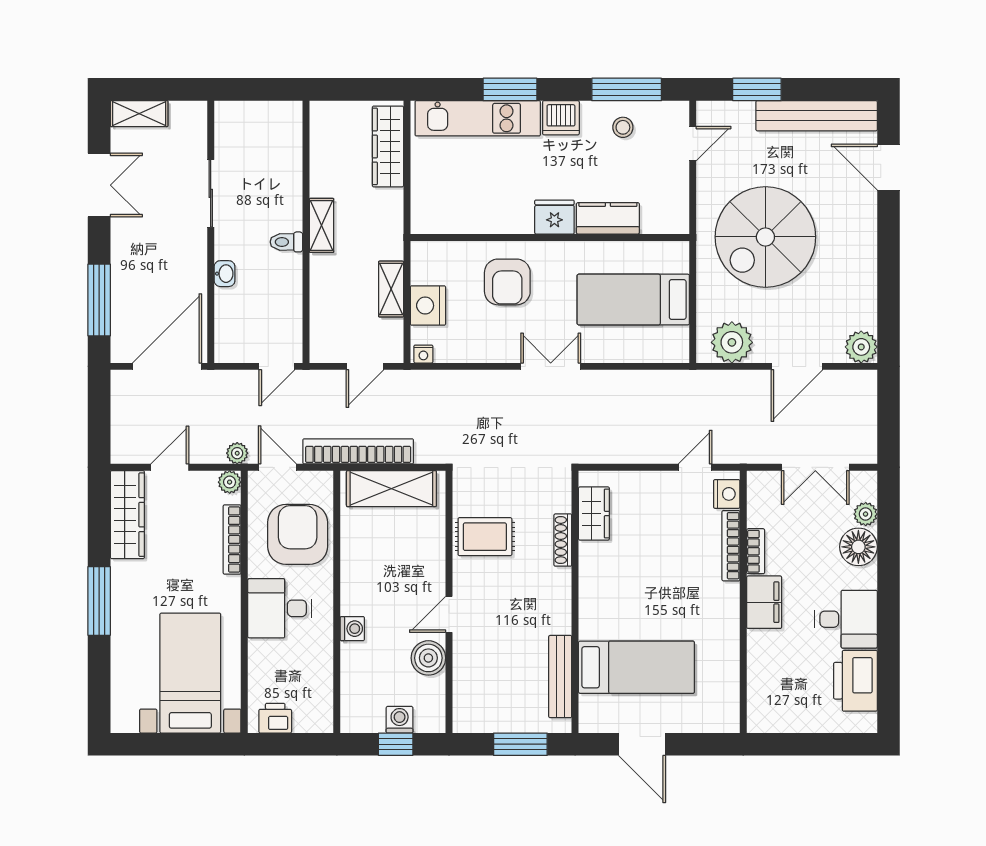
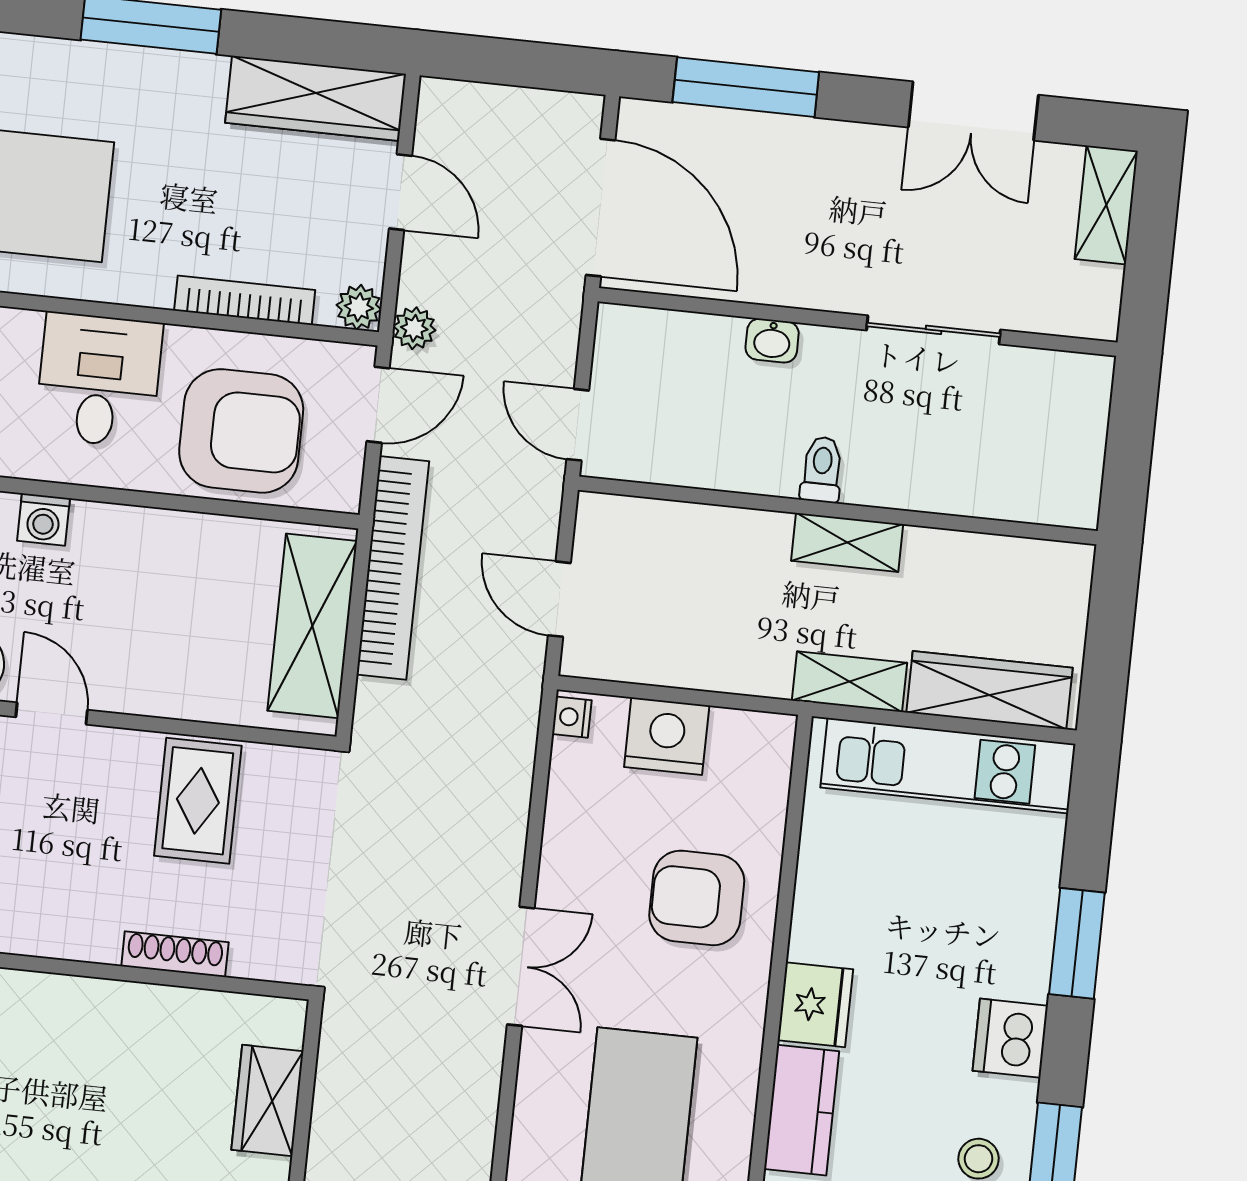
kitchen unit: (478, 118) -> (948, 766), moved, turned -90
shelving: (391, 289) -> (850, 682), moved
wardrobe: (594, 513) -> (267, 1101), moved, turned 90

